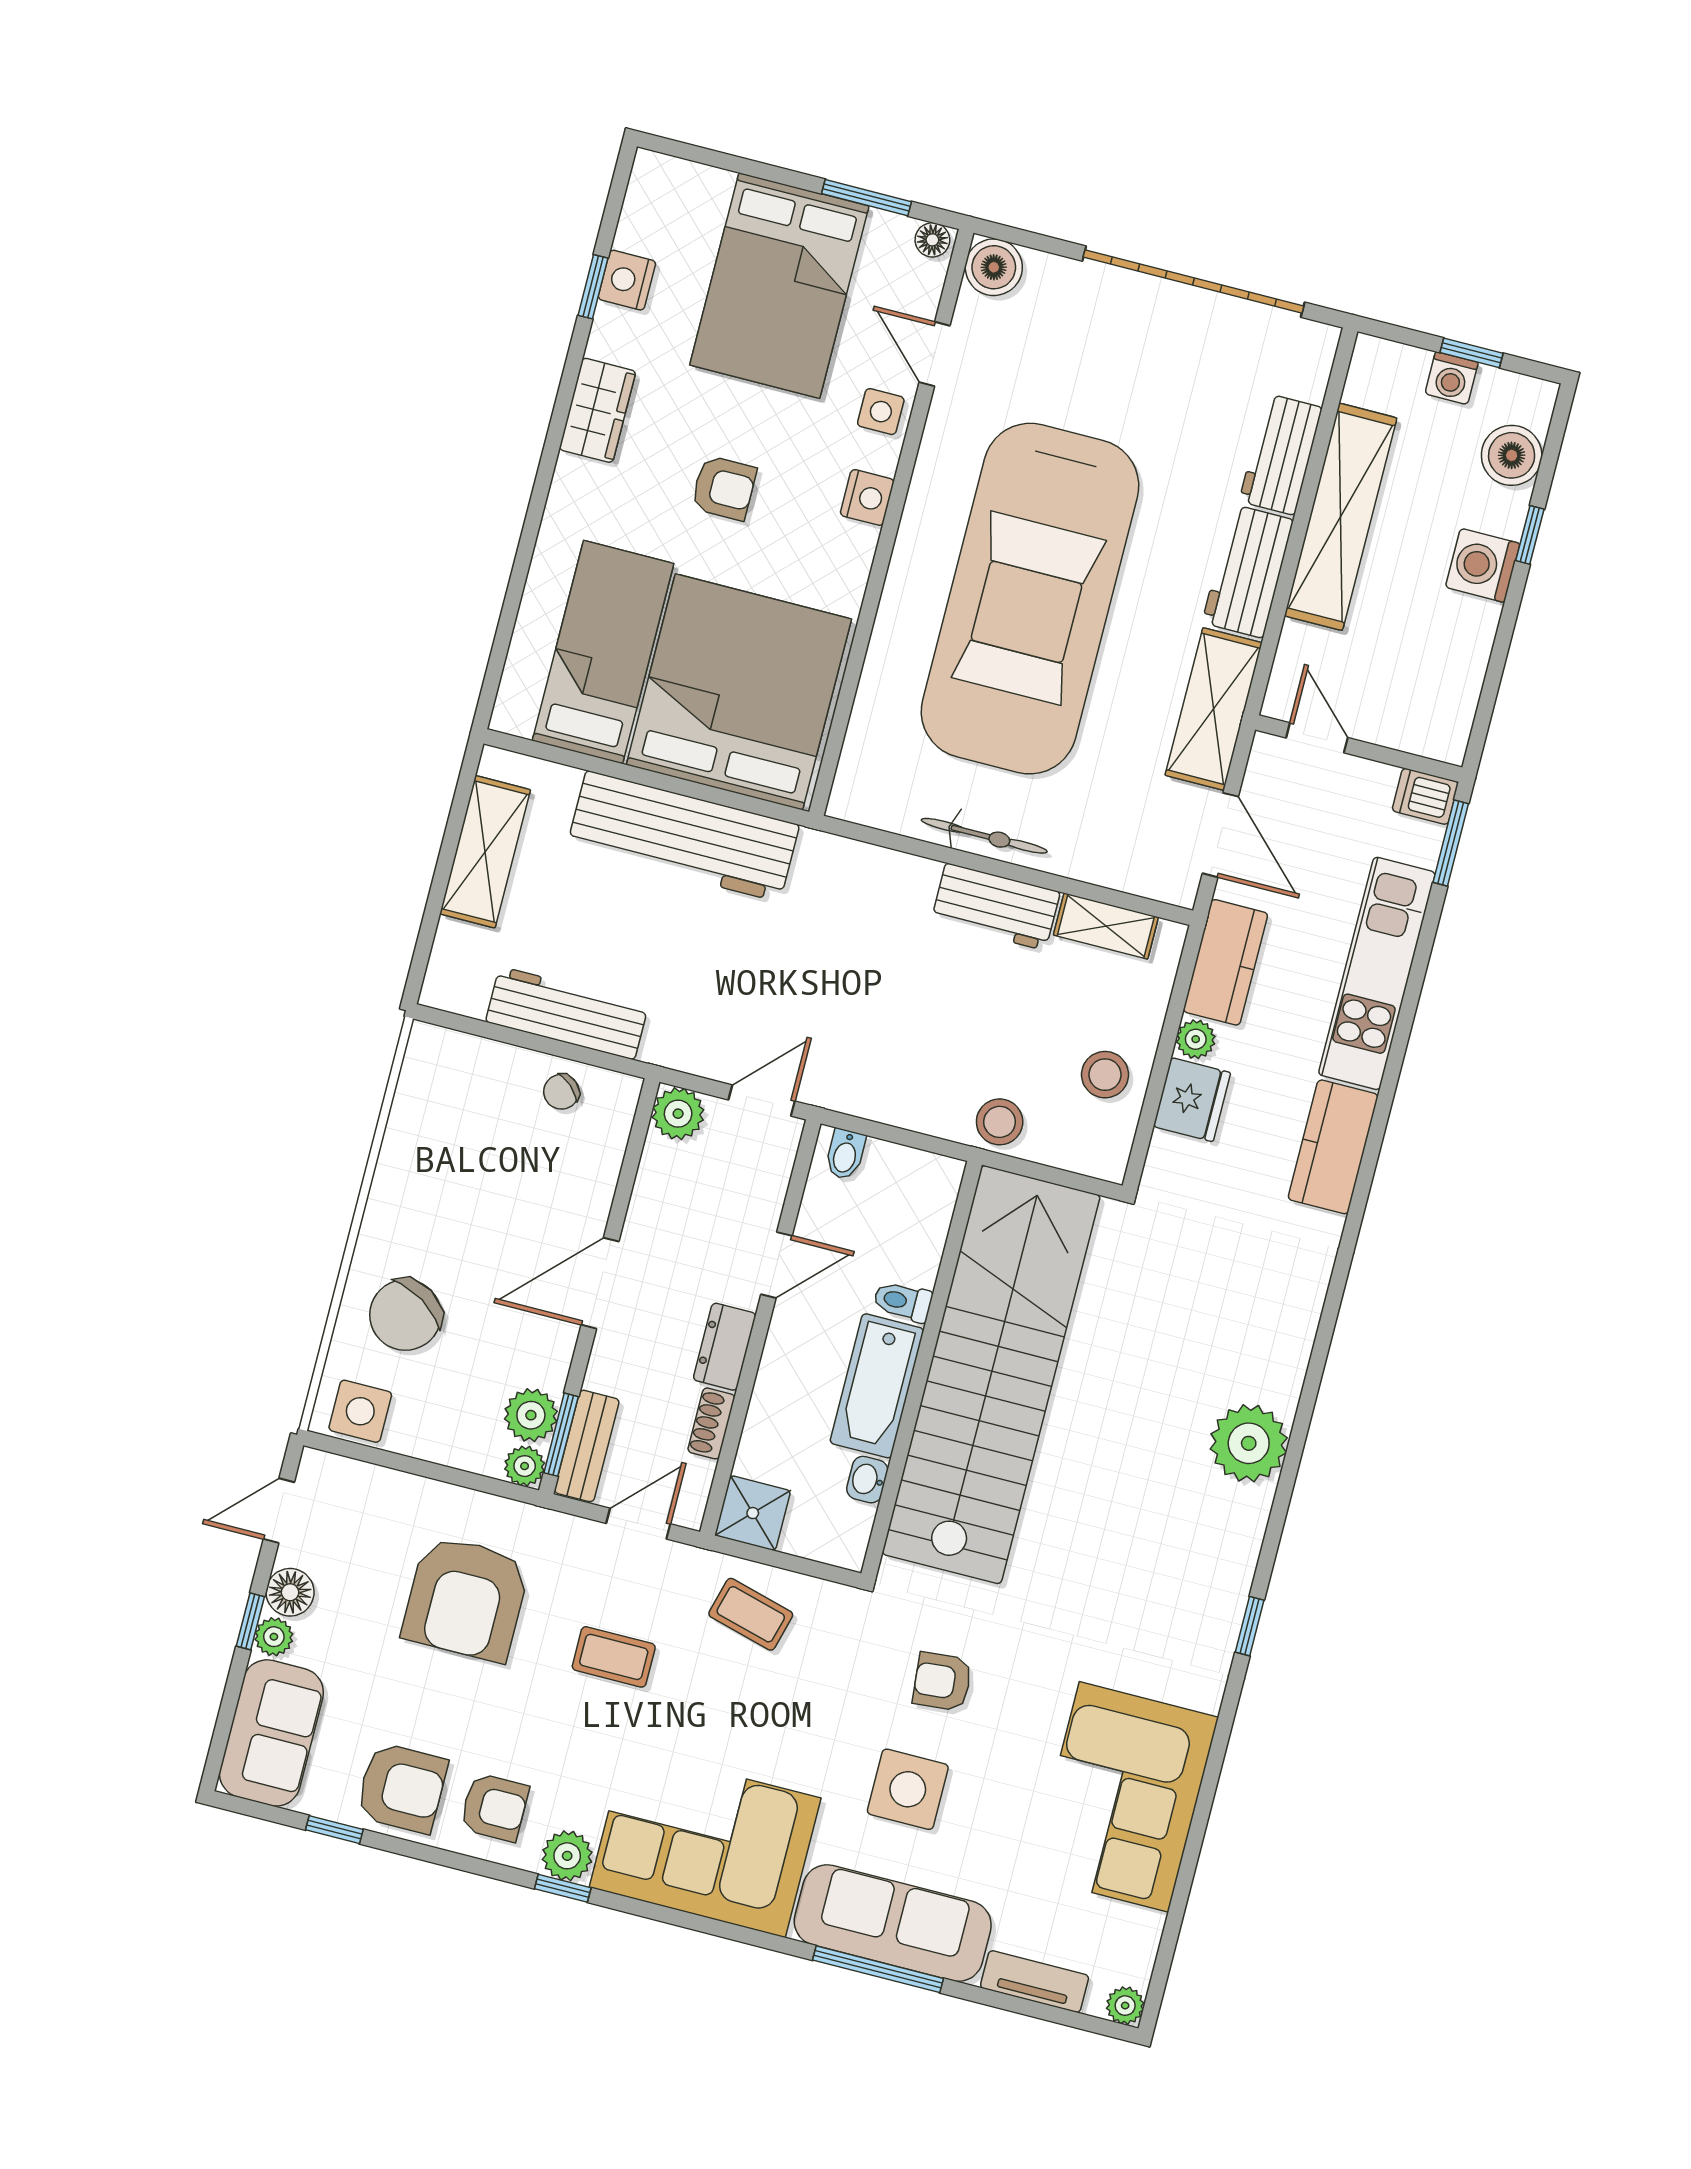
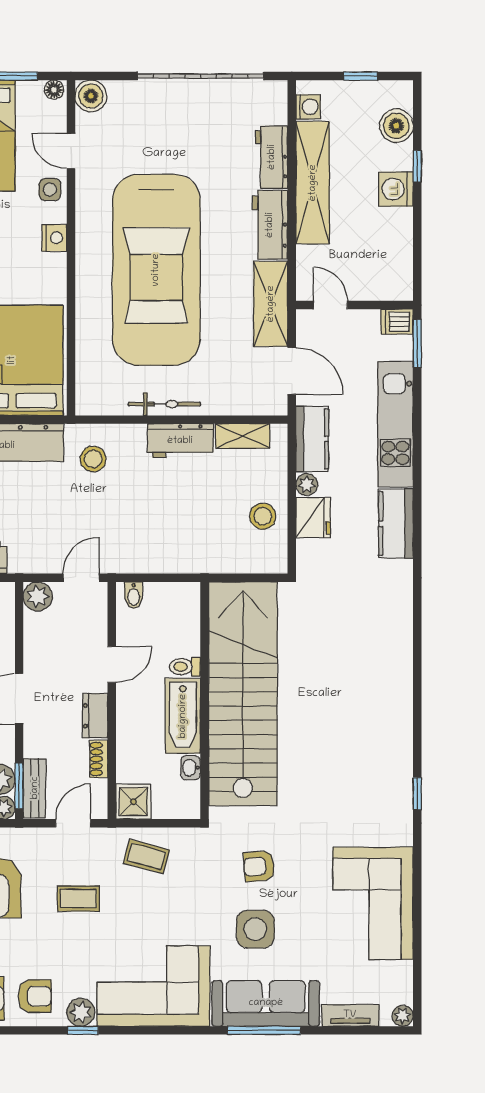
washing machine: (1452, 378) -> (308, 107), moved, turned -90
stool: (1000, 1122) -> (93, 459), moved
plant: (1249, 1443) -> (391, 695), removed

